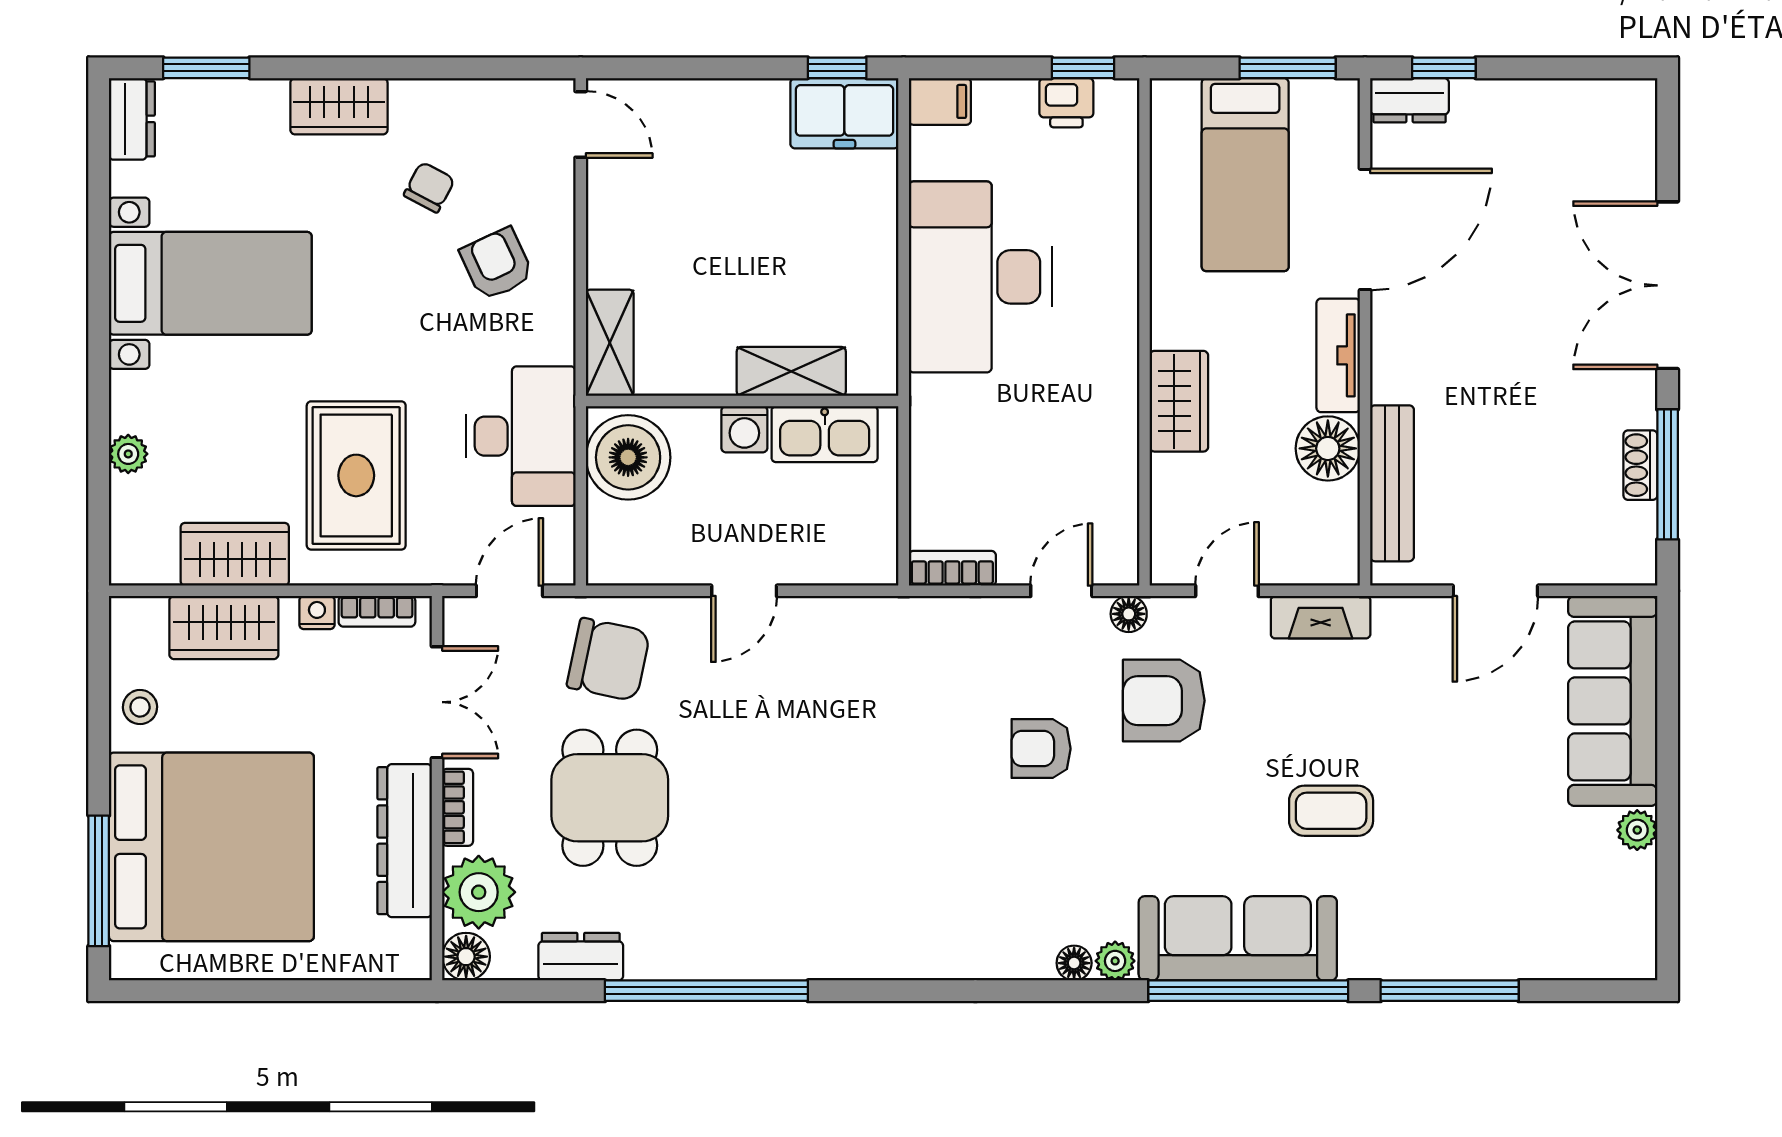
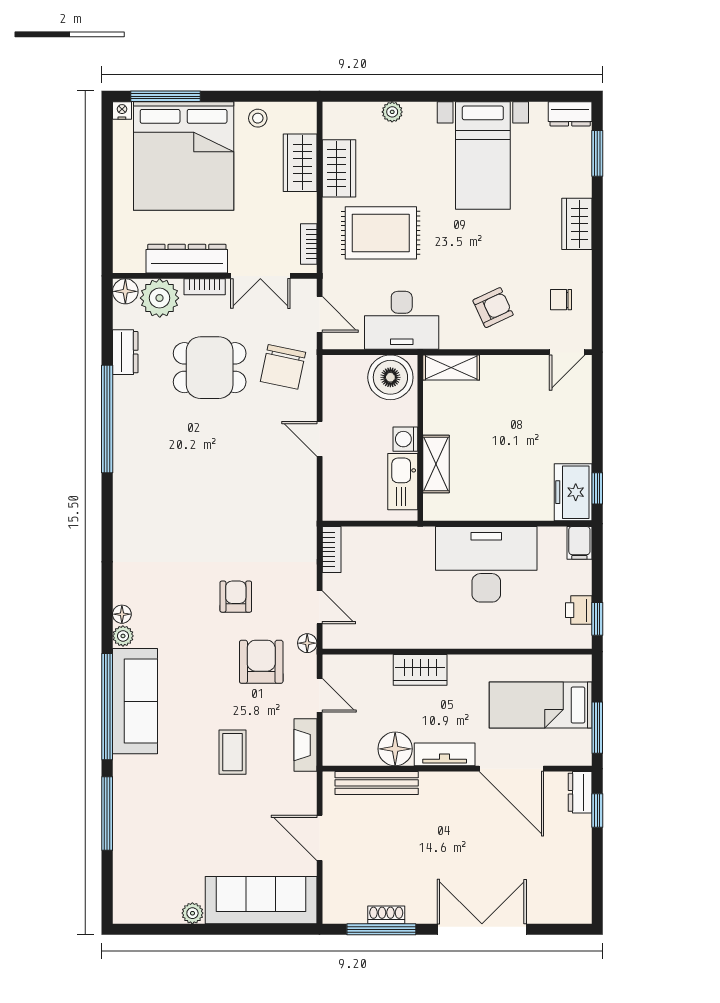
chair: (429, 187) -> (561, 300), moved, turned 152
nightstand: (317, 613) -> (122, 110), moved, turned -90
coffee table: (1331, 811) -> (233, 752), moved

